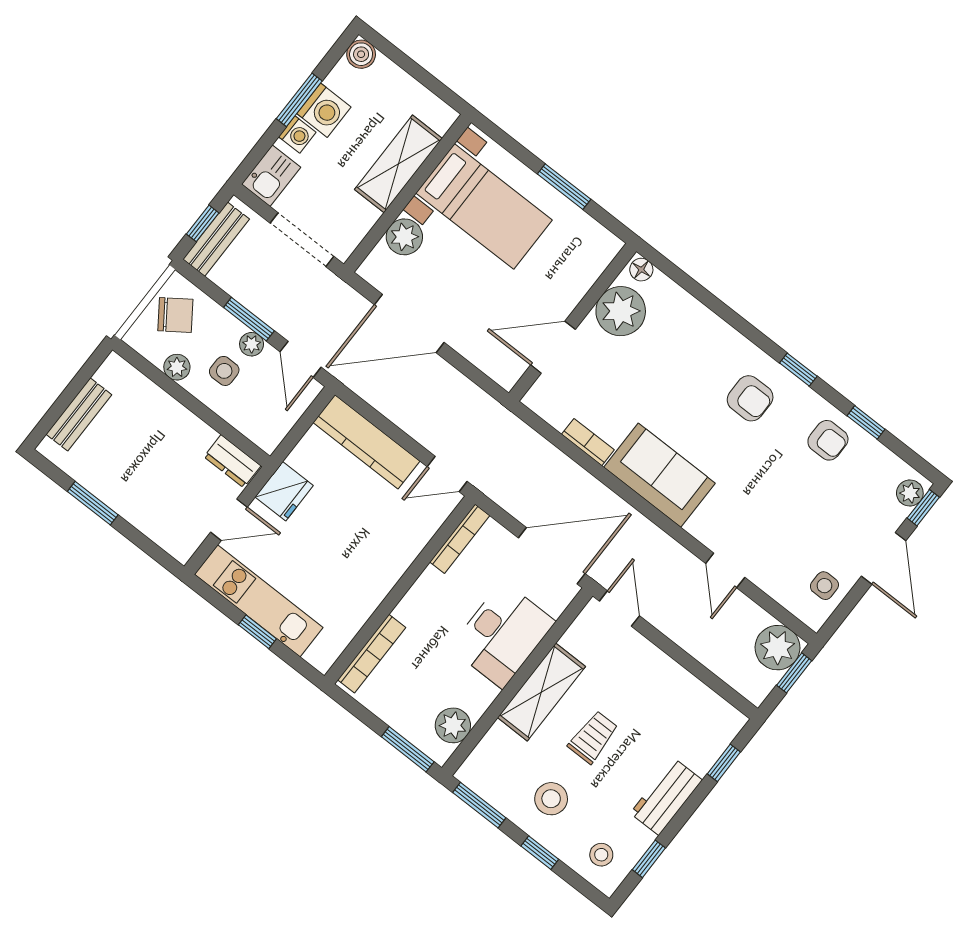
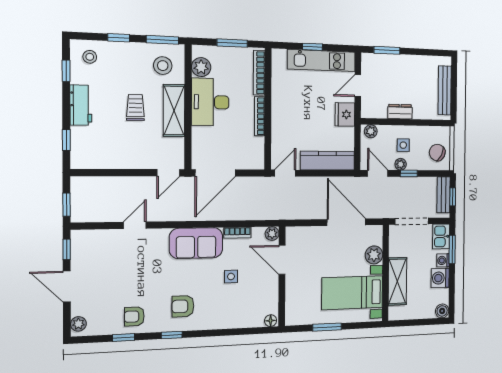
window: (299, 100) -> (452, 249), moved
plant: (621, 311) -> (272, 234), moved, width x0.53, depth x0.53
chair: (175, 315) -> (437, 153), turned 62
window: (249, 319) -> (409, 173), width x0.67
door: (409, 324) -> (346, 222), hinge flipped
door: (553, 347) -> (282, 260), swing flipped
plant: (177, 367) -> (371, 131), moved
bench: (79, 414) -> (445, 90), width x1.36
dresser: (232, 461) -> (400, 112), moved
window: (93, 503) -> (387, 50), moved
window: (923, 508) -> (67, 249), moved
bookcase: (460, 539) -> (260, 116), moved
door: (725, 570) -> (135, 225), hinge flipped
side table: (824, 586) -> (231, 277), moved
door: (619, 609) -> (168, 173), hinge flipped
desk: (503, 635) -> (210, 102), moved
plant: (778, 648) -> (83, 210), removed
trolley: (593, 737) -> (135, 107), turned 180
window: (408, 749) -> (232, 43), moved
stool: (551, 799) -> (163, 66), moved

